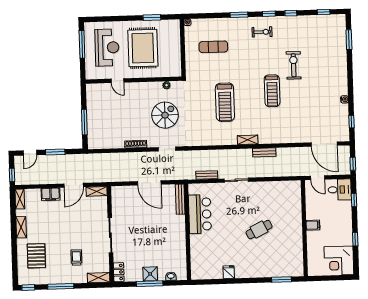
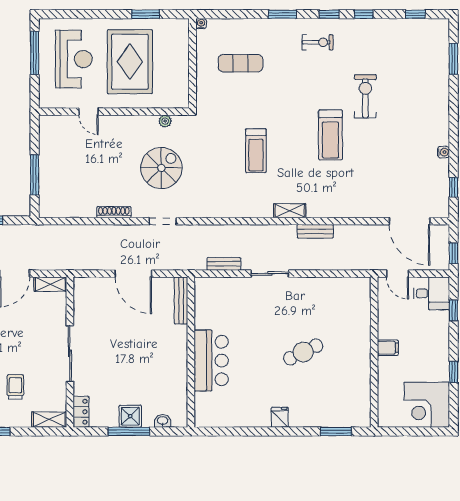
treadmill: (225, 102) -> (256, 151), width x0.73, depth x0.73
bar counter: (200, 214) -> (211, 361), moved
fridge: (229, 272) -> (280, 417), moved

